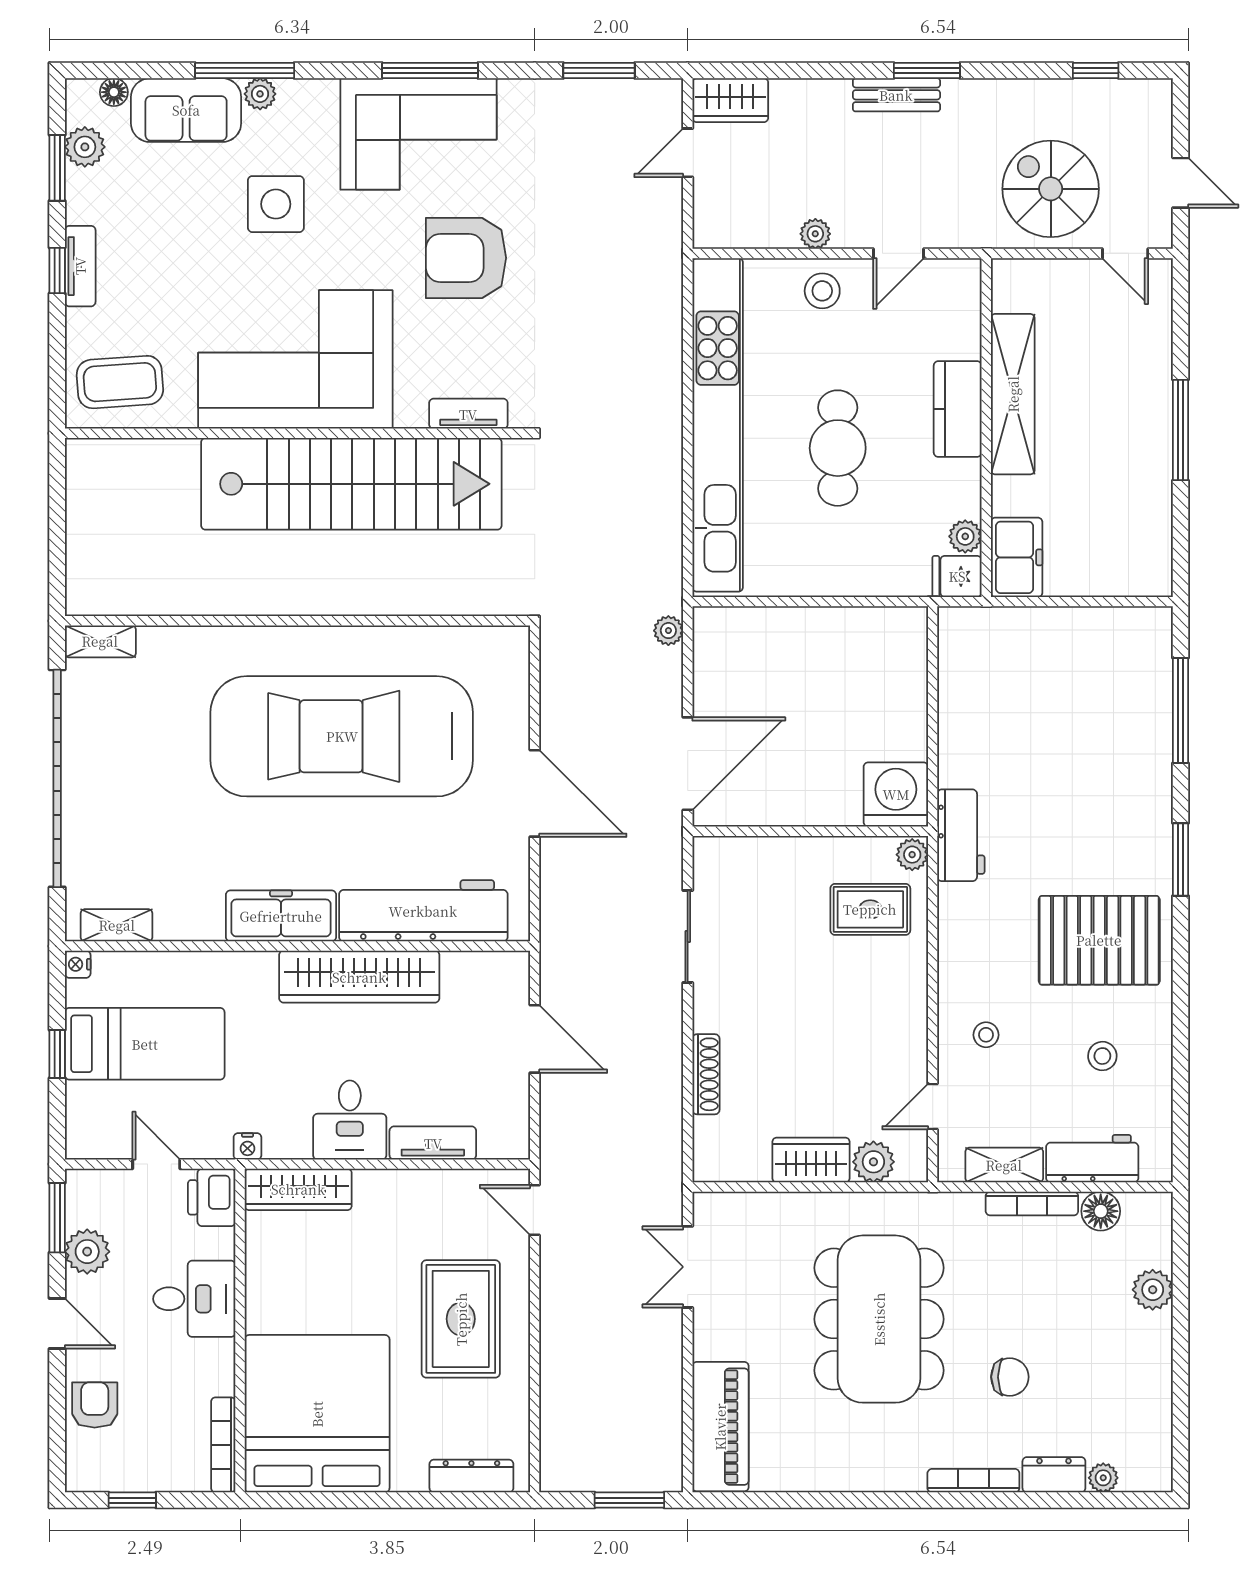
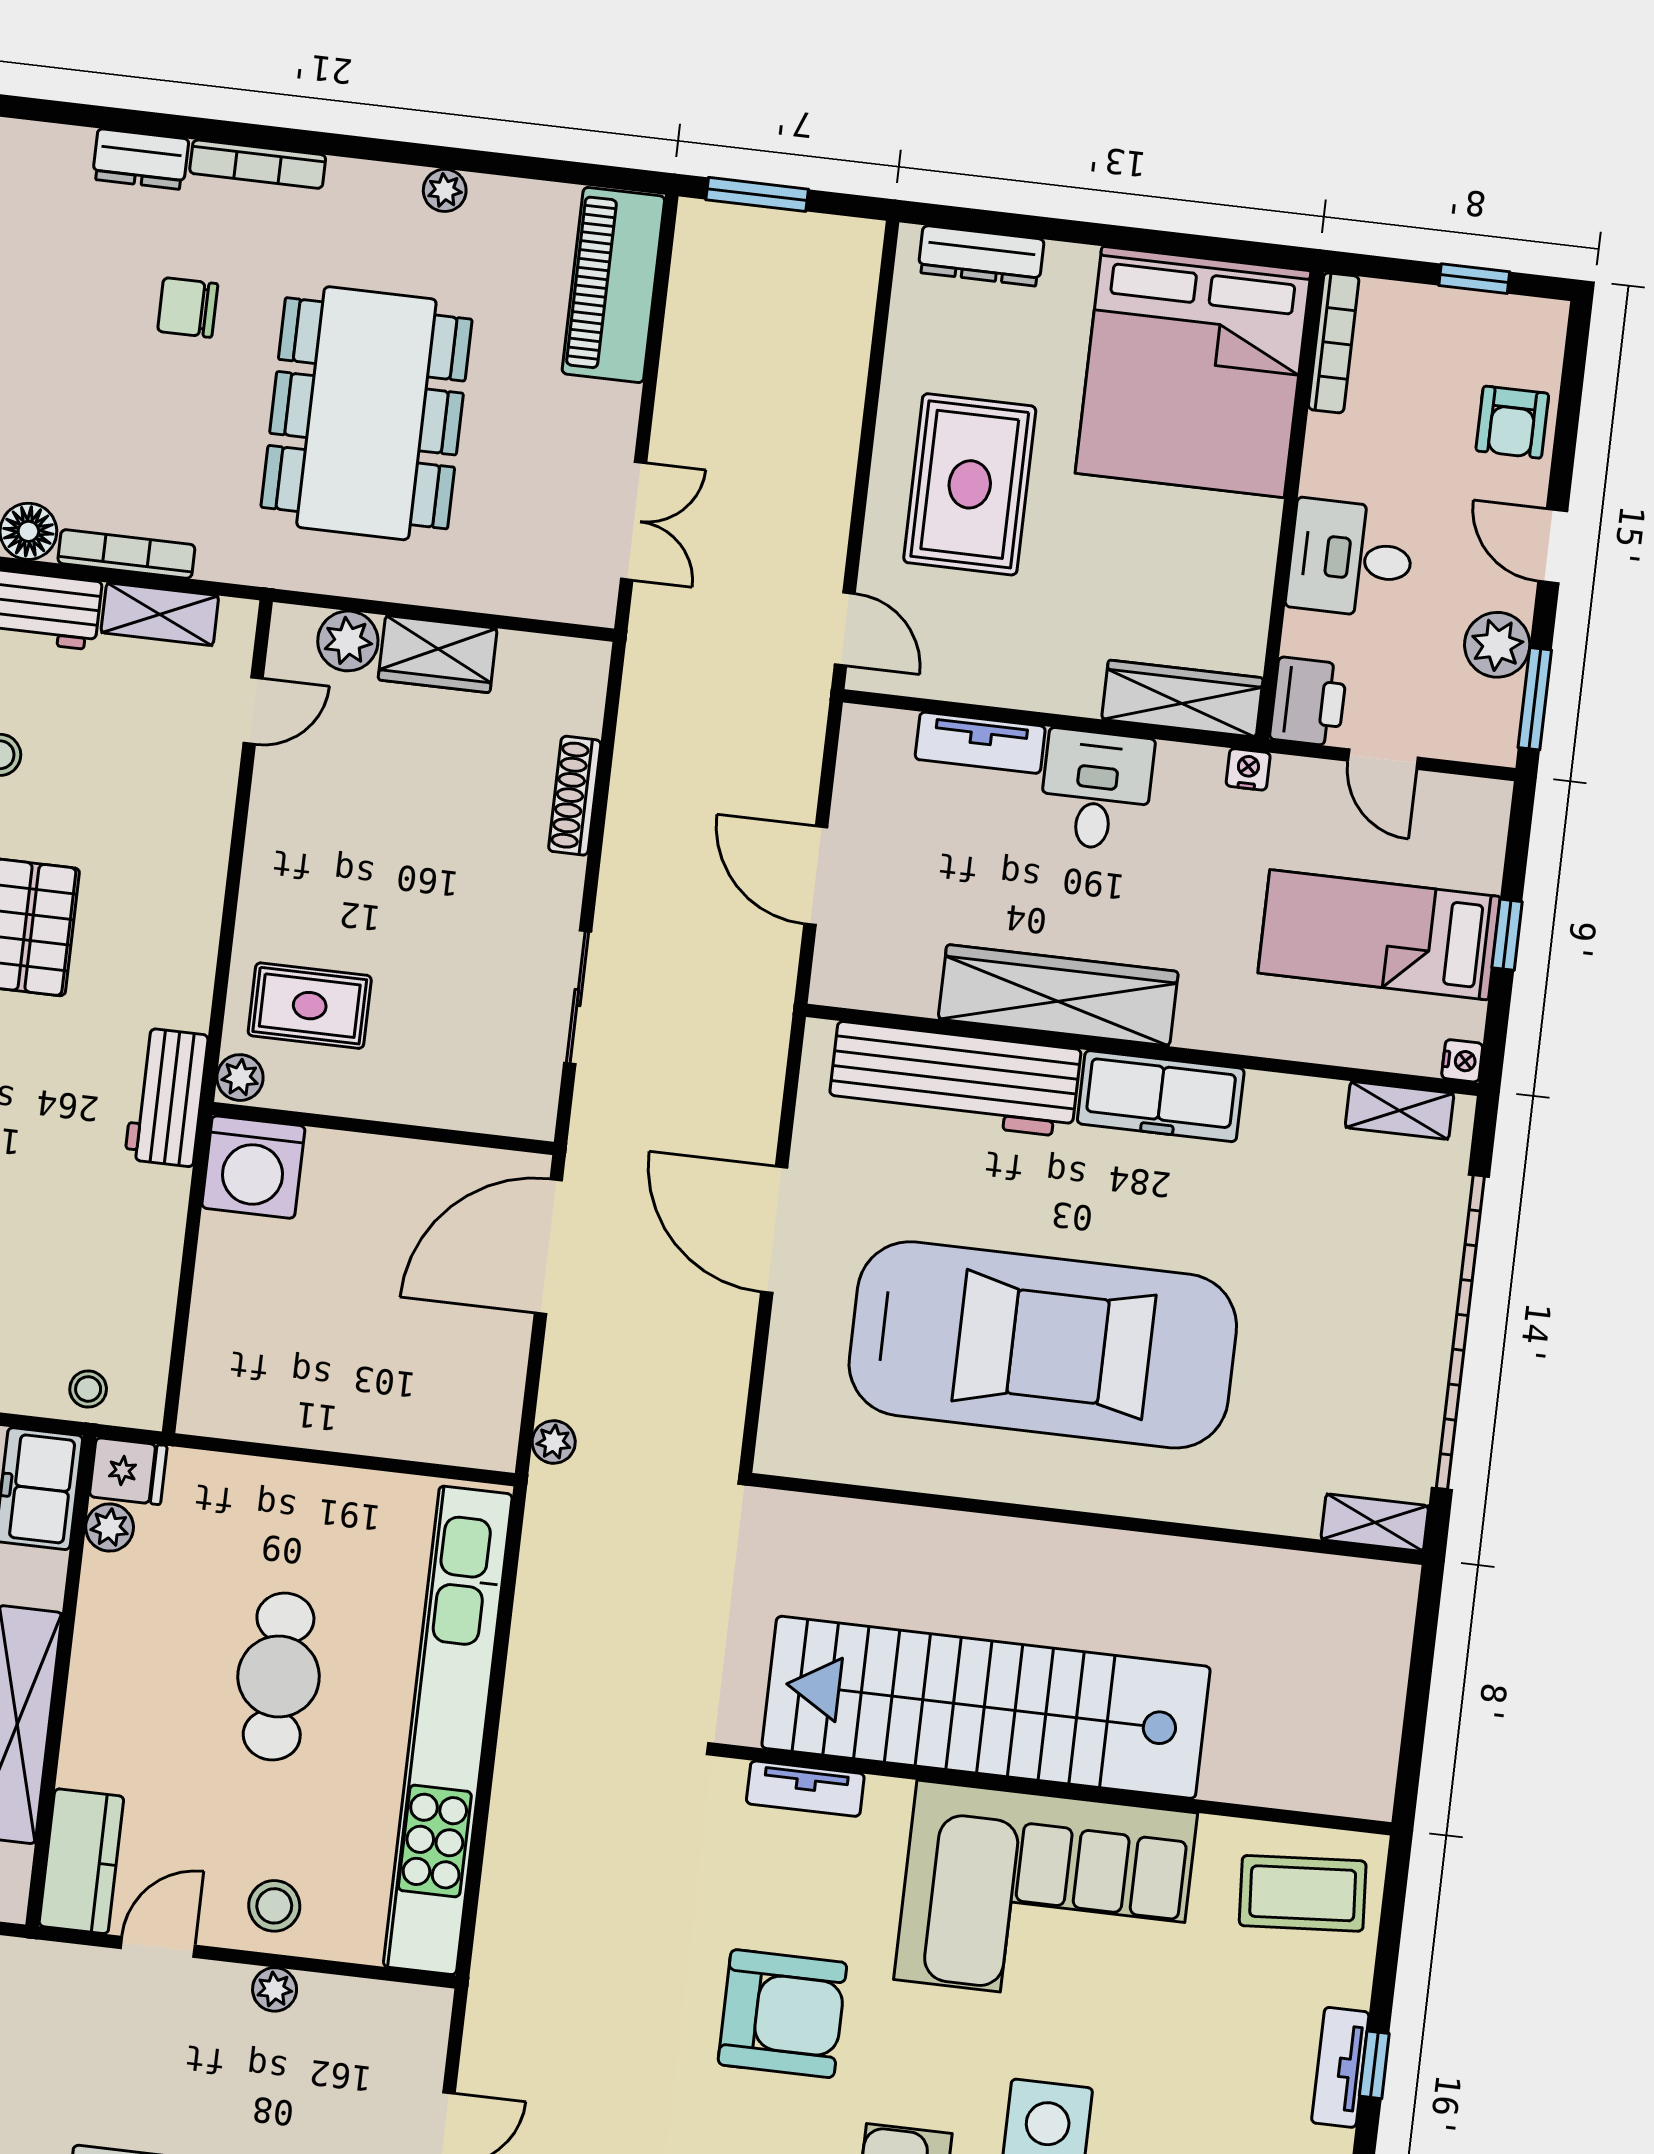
kitchen counter: (958, 409) -> (81, 1861), moved
stool: (986, 1035) -> (88, 1389), moved
plant: (1103, 1478) -> (445, 190), moved

